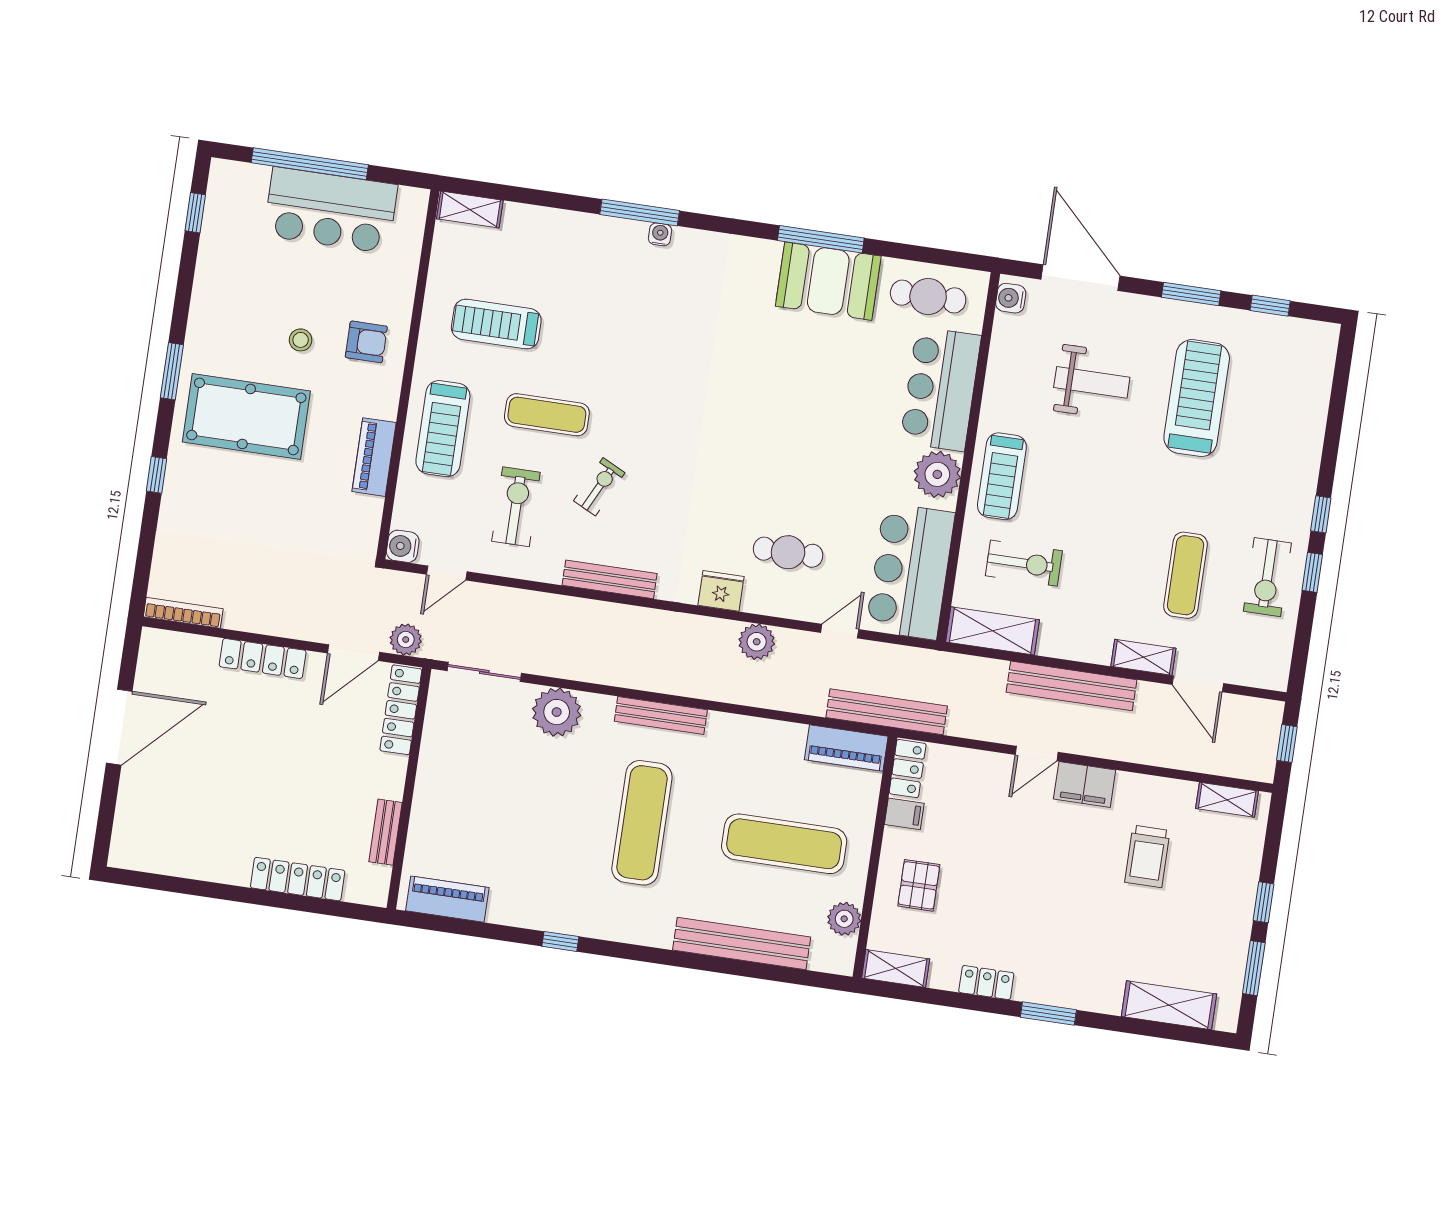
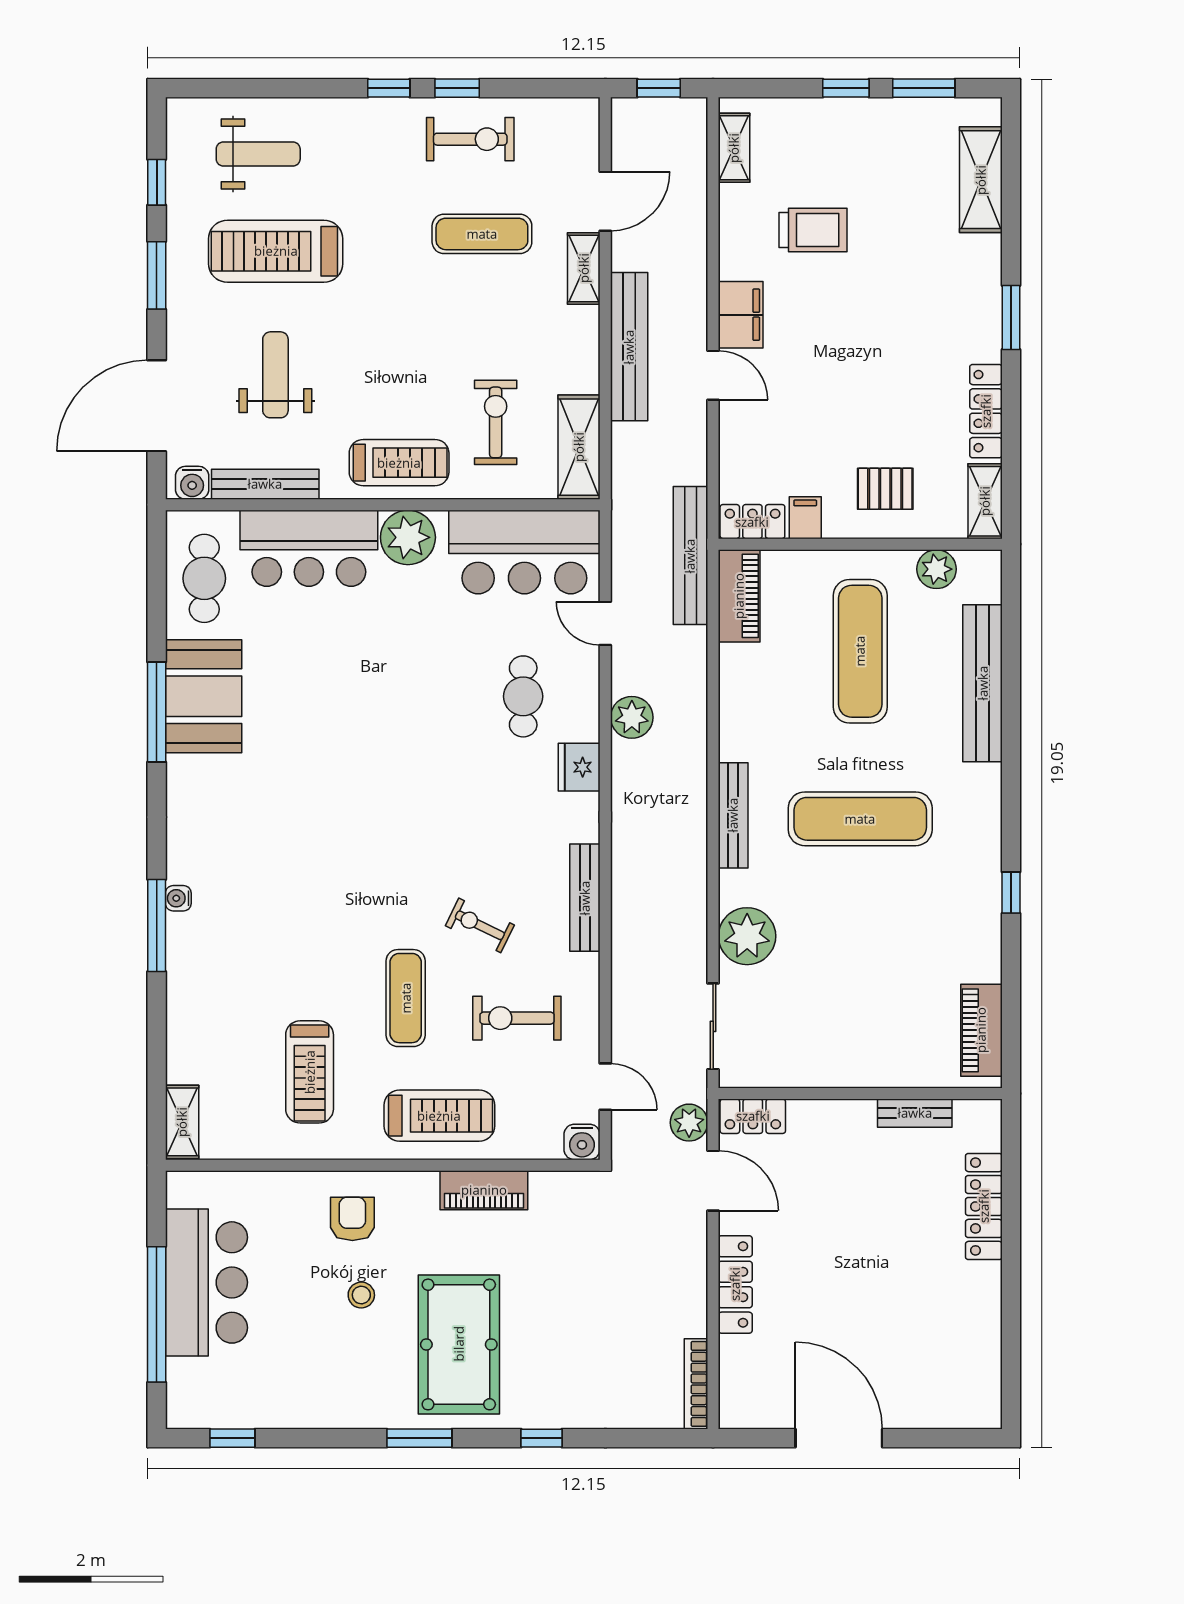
bench: (1000, 360) -> (265, 484), added
weight bench: (1281, 395) -> (258, 154), added
locker: (401, 710) -> (753, 1116), width x0.66
locker: (986, 983) -> (986, 411), width x1.53

